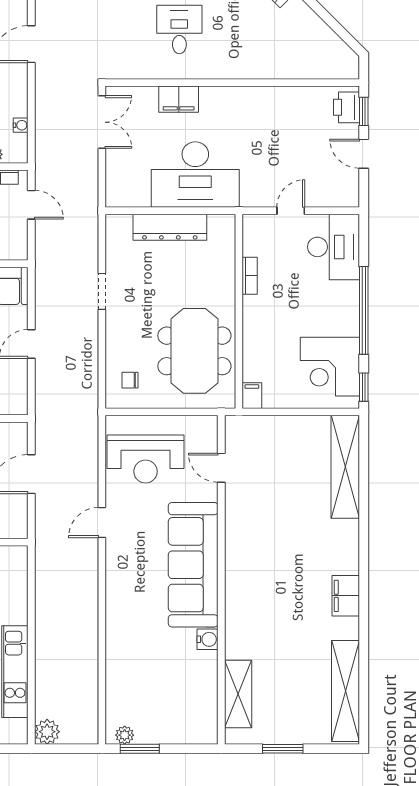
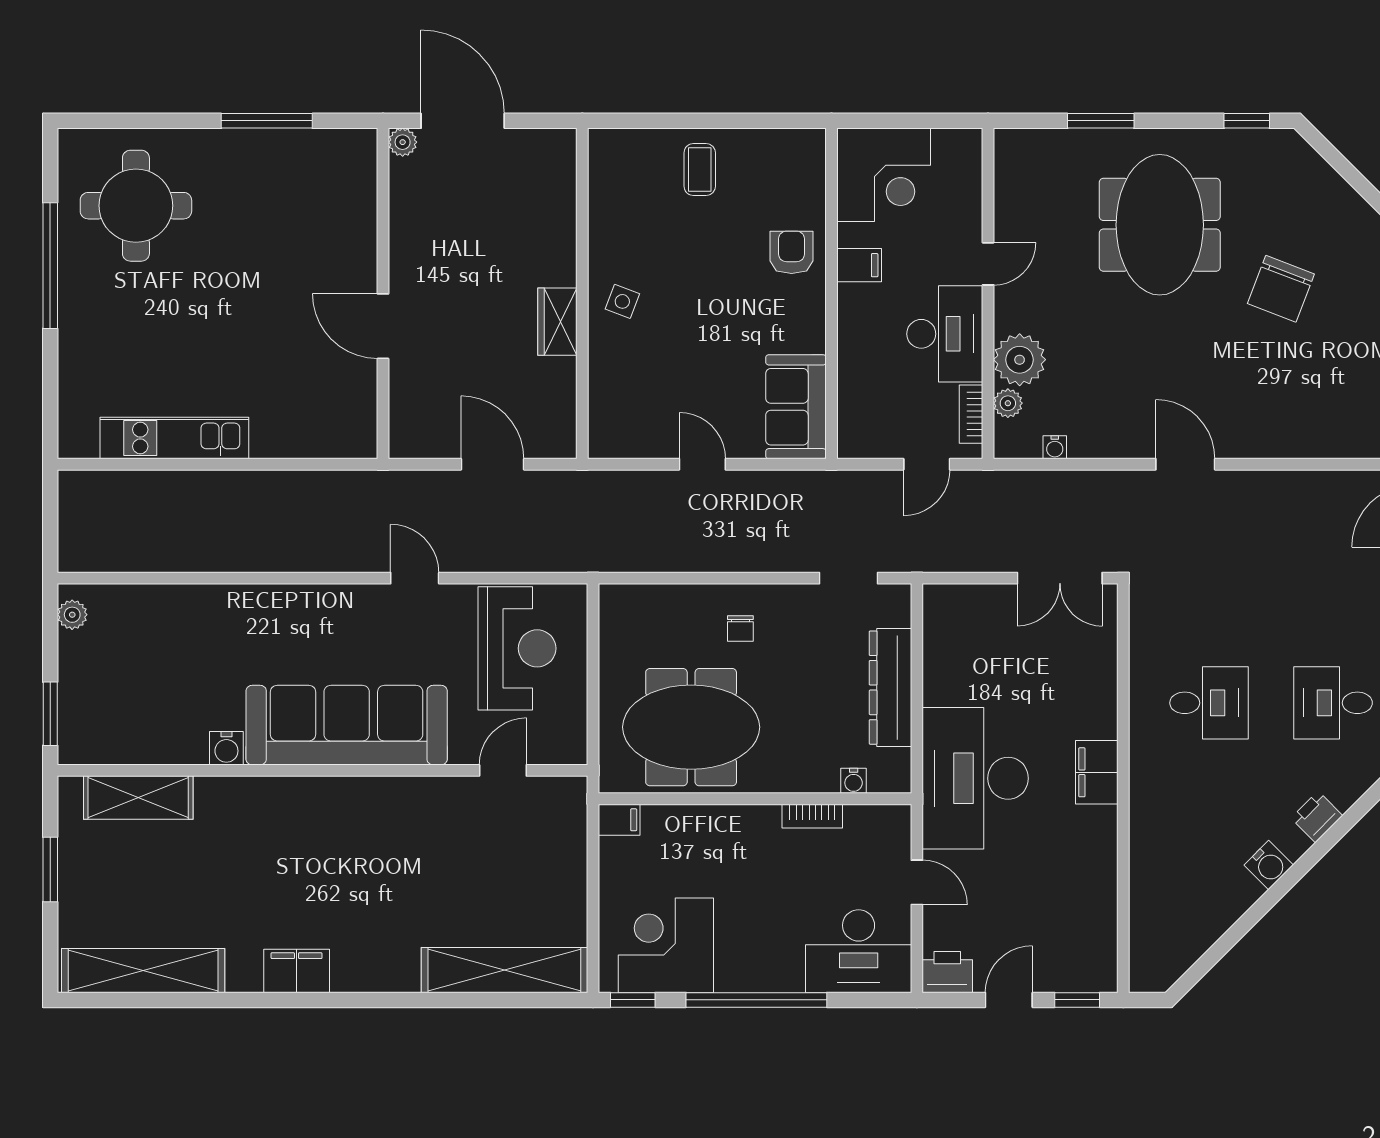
filing cabinet: (179, 99) -> (1097, 772), moved
printer: (346, 107) -> (947, 972), moved
desk: (195, 175) -> (975, 778), moved
water cooler: (228, 250) -> (854, 781), added
doorway: (102, 291) -> (848, 578), moved
chair: (130, 380) -> (740, 628), moved, turned 180
reception desk: (146, 459) -> (517, 648), turned 180
plant: (47, 732) -> (78, 490), removed
window: (140, 749) -> (50, 714), moved

